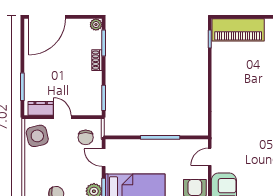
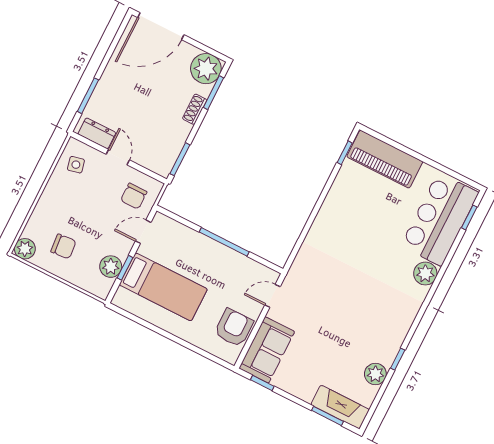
plant: (96, 25) -> (206, 69), width x1.88, depth x1.88
side table: (37, 136) -> (76, 165), width x0.54, depth x0.54
door: (104, 158) -> (143, 232), hinge flipped

